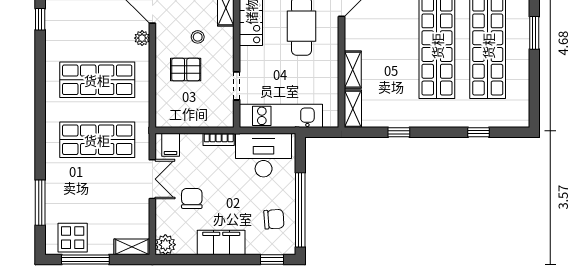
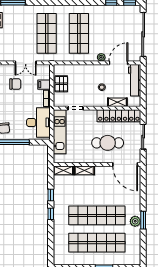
pallet: (186, 70) -> (61, 84), moved
window: (479, 132) -> (51, 214), moved
filing cabinet: (171, 145) -> (44, 85), moved

